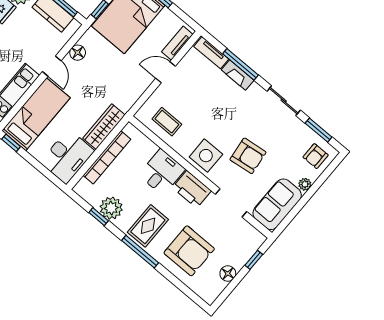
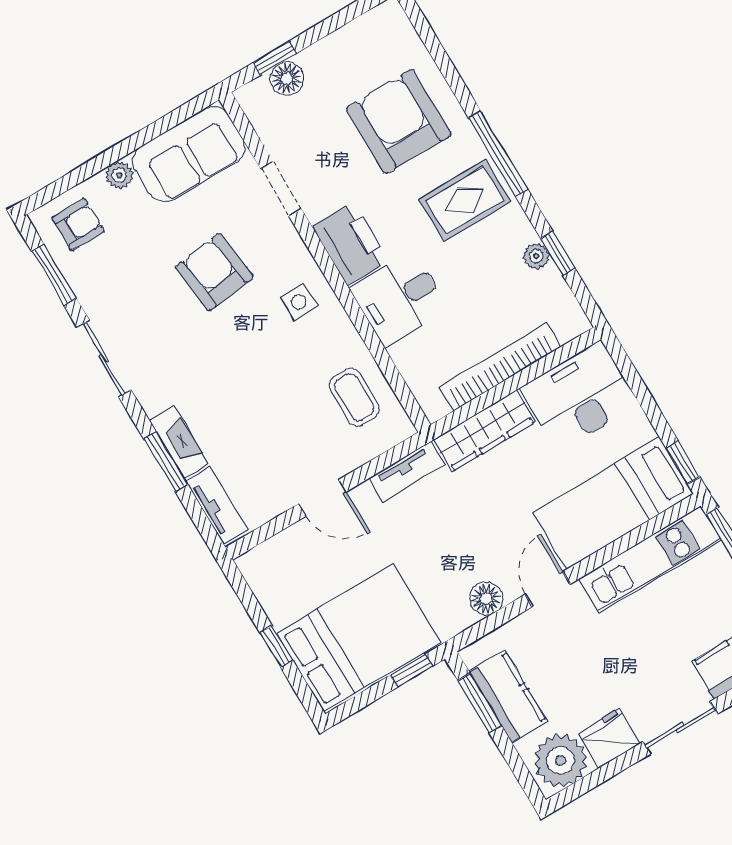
tv unit: (177, 43) -> (407, 472), moved
window: (240, 64) -> (166, 462), width x0.69
side table: (206, 156) -> (299, 302), width x0.54, depth x0.54
doorway: (231, 203) -> (281, 189), width x0.73
plant: (111, 208) -> (536, 256), width x0.53, depth x0.53
floor lamp: (228, 274) -> (287, 78), moved

